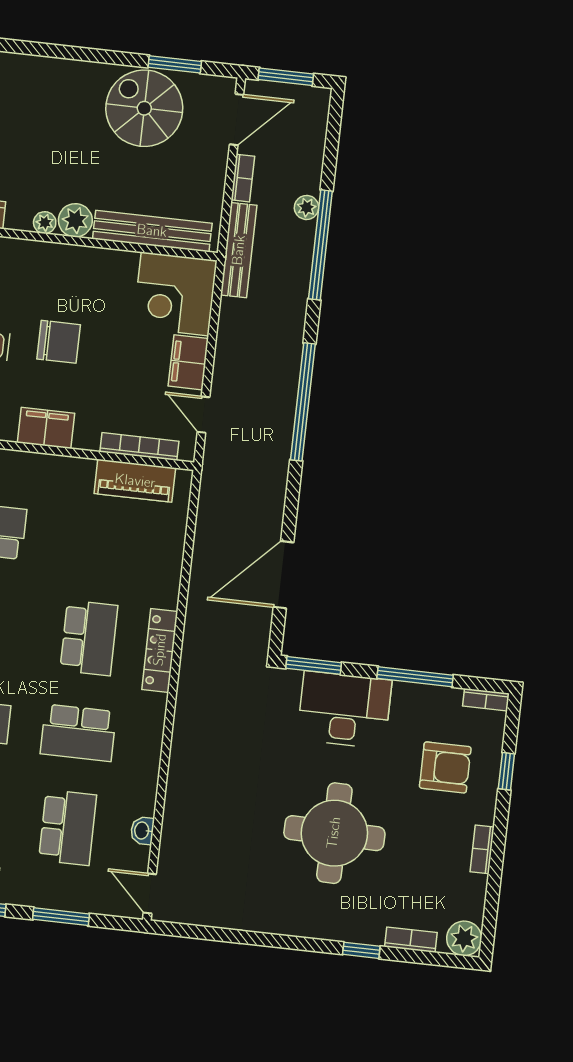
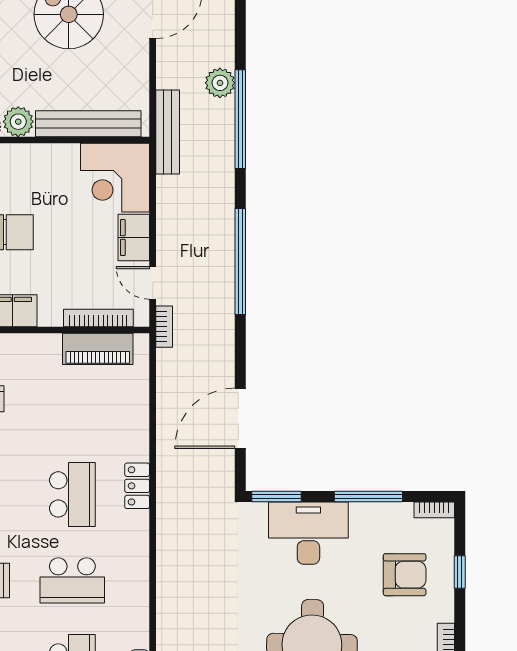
bookcase: (243, 178) -> (164, 327), moved
plant: (307, 207) -> (220, 83), width x1.38, depth x1.38
locker: (160, 650) -> (137, 486), width x0.66

